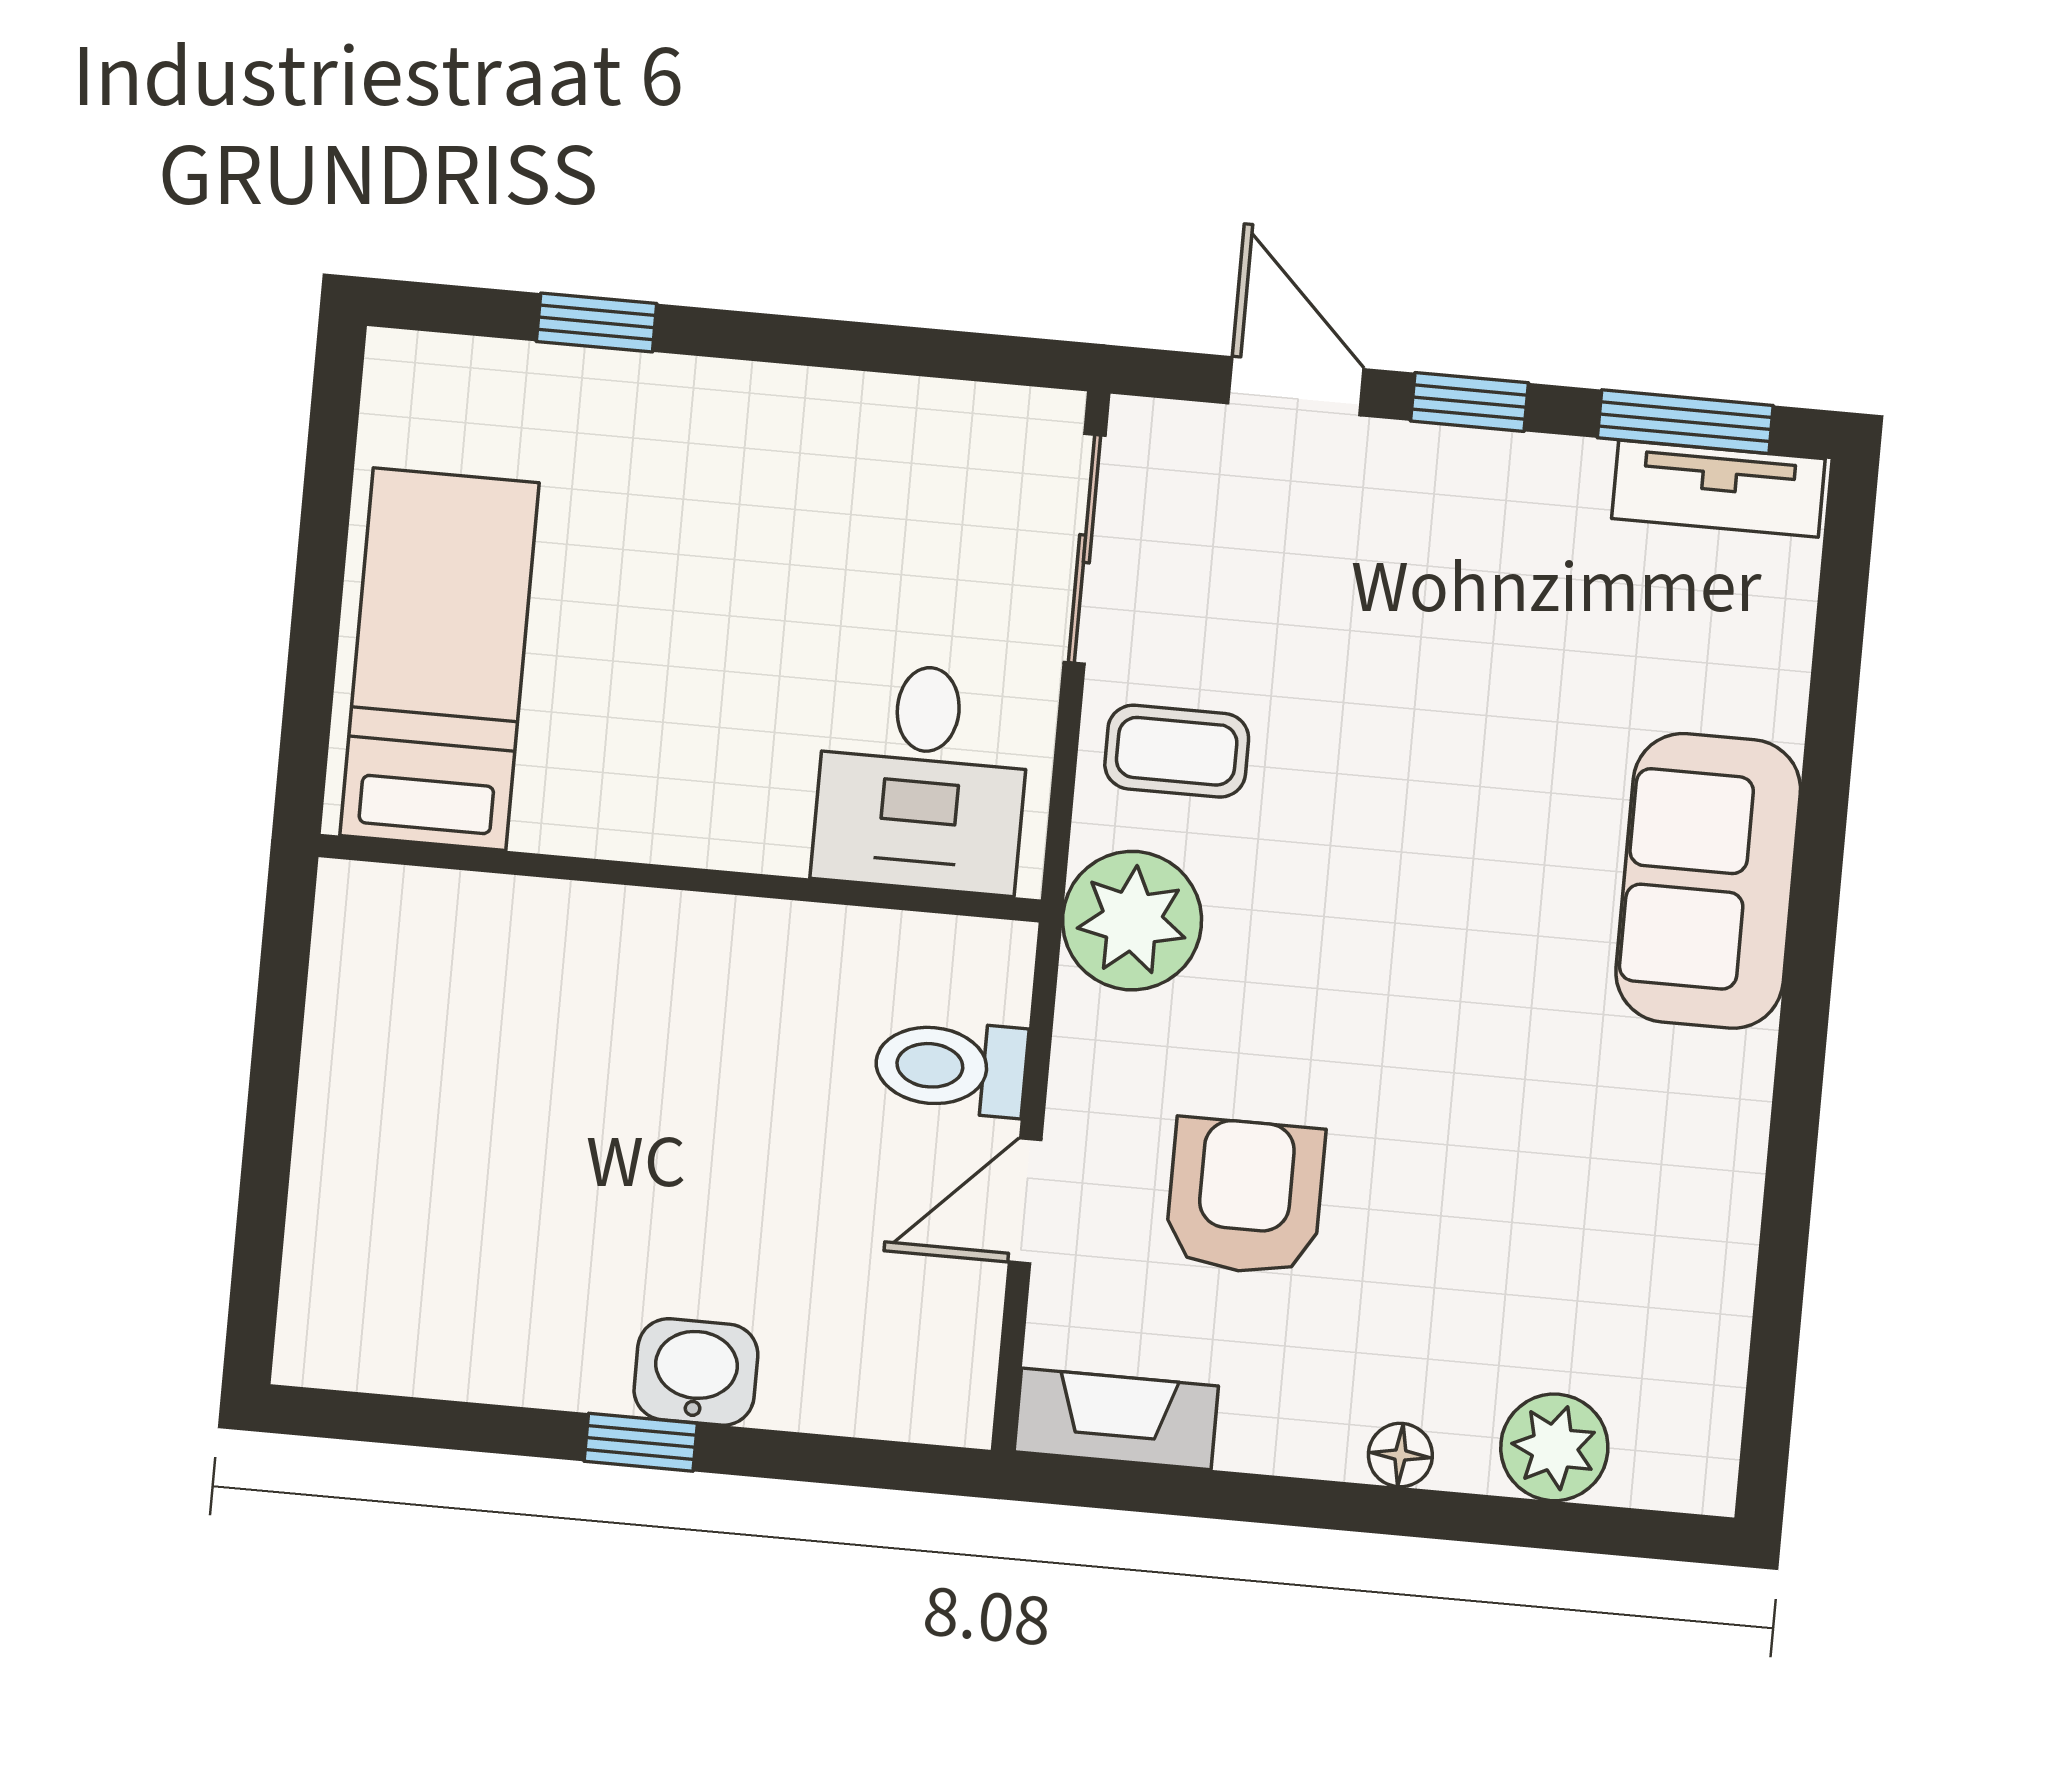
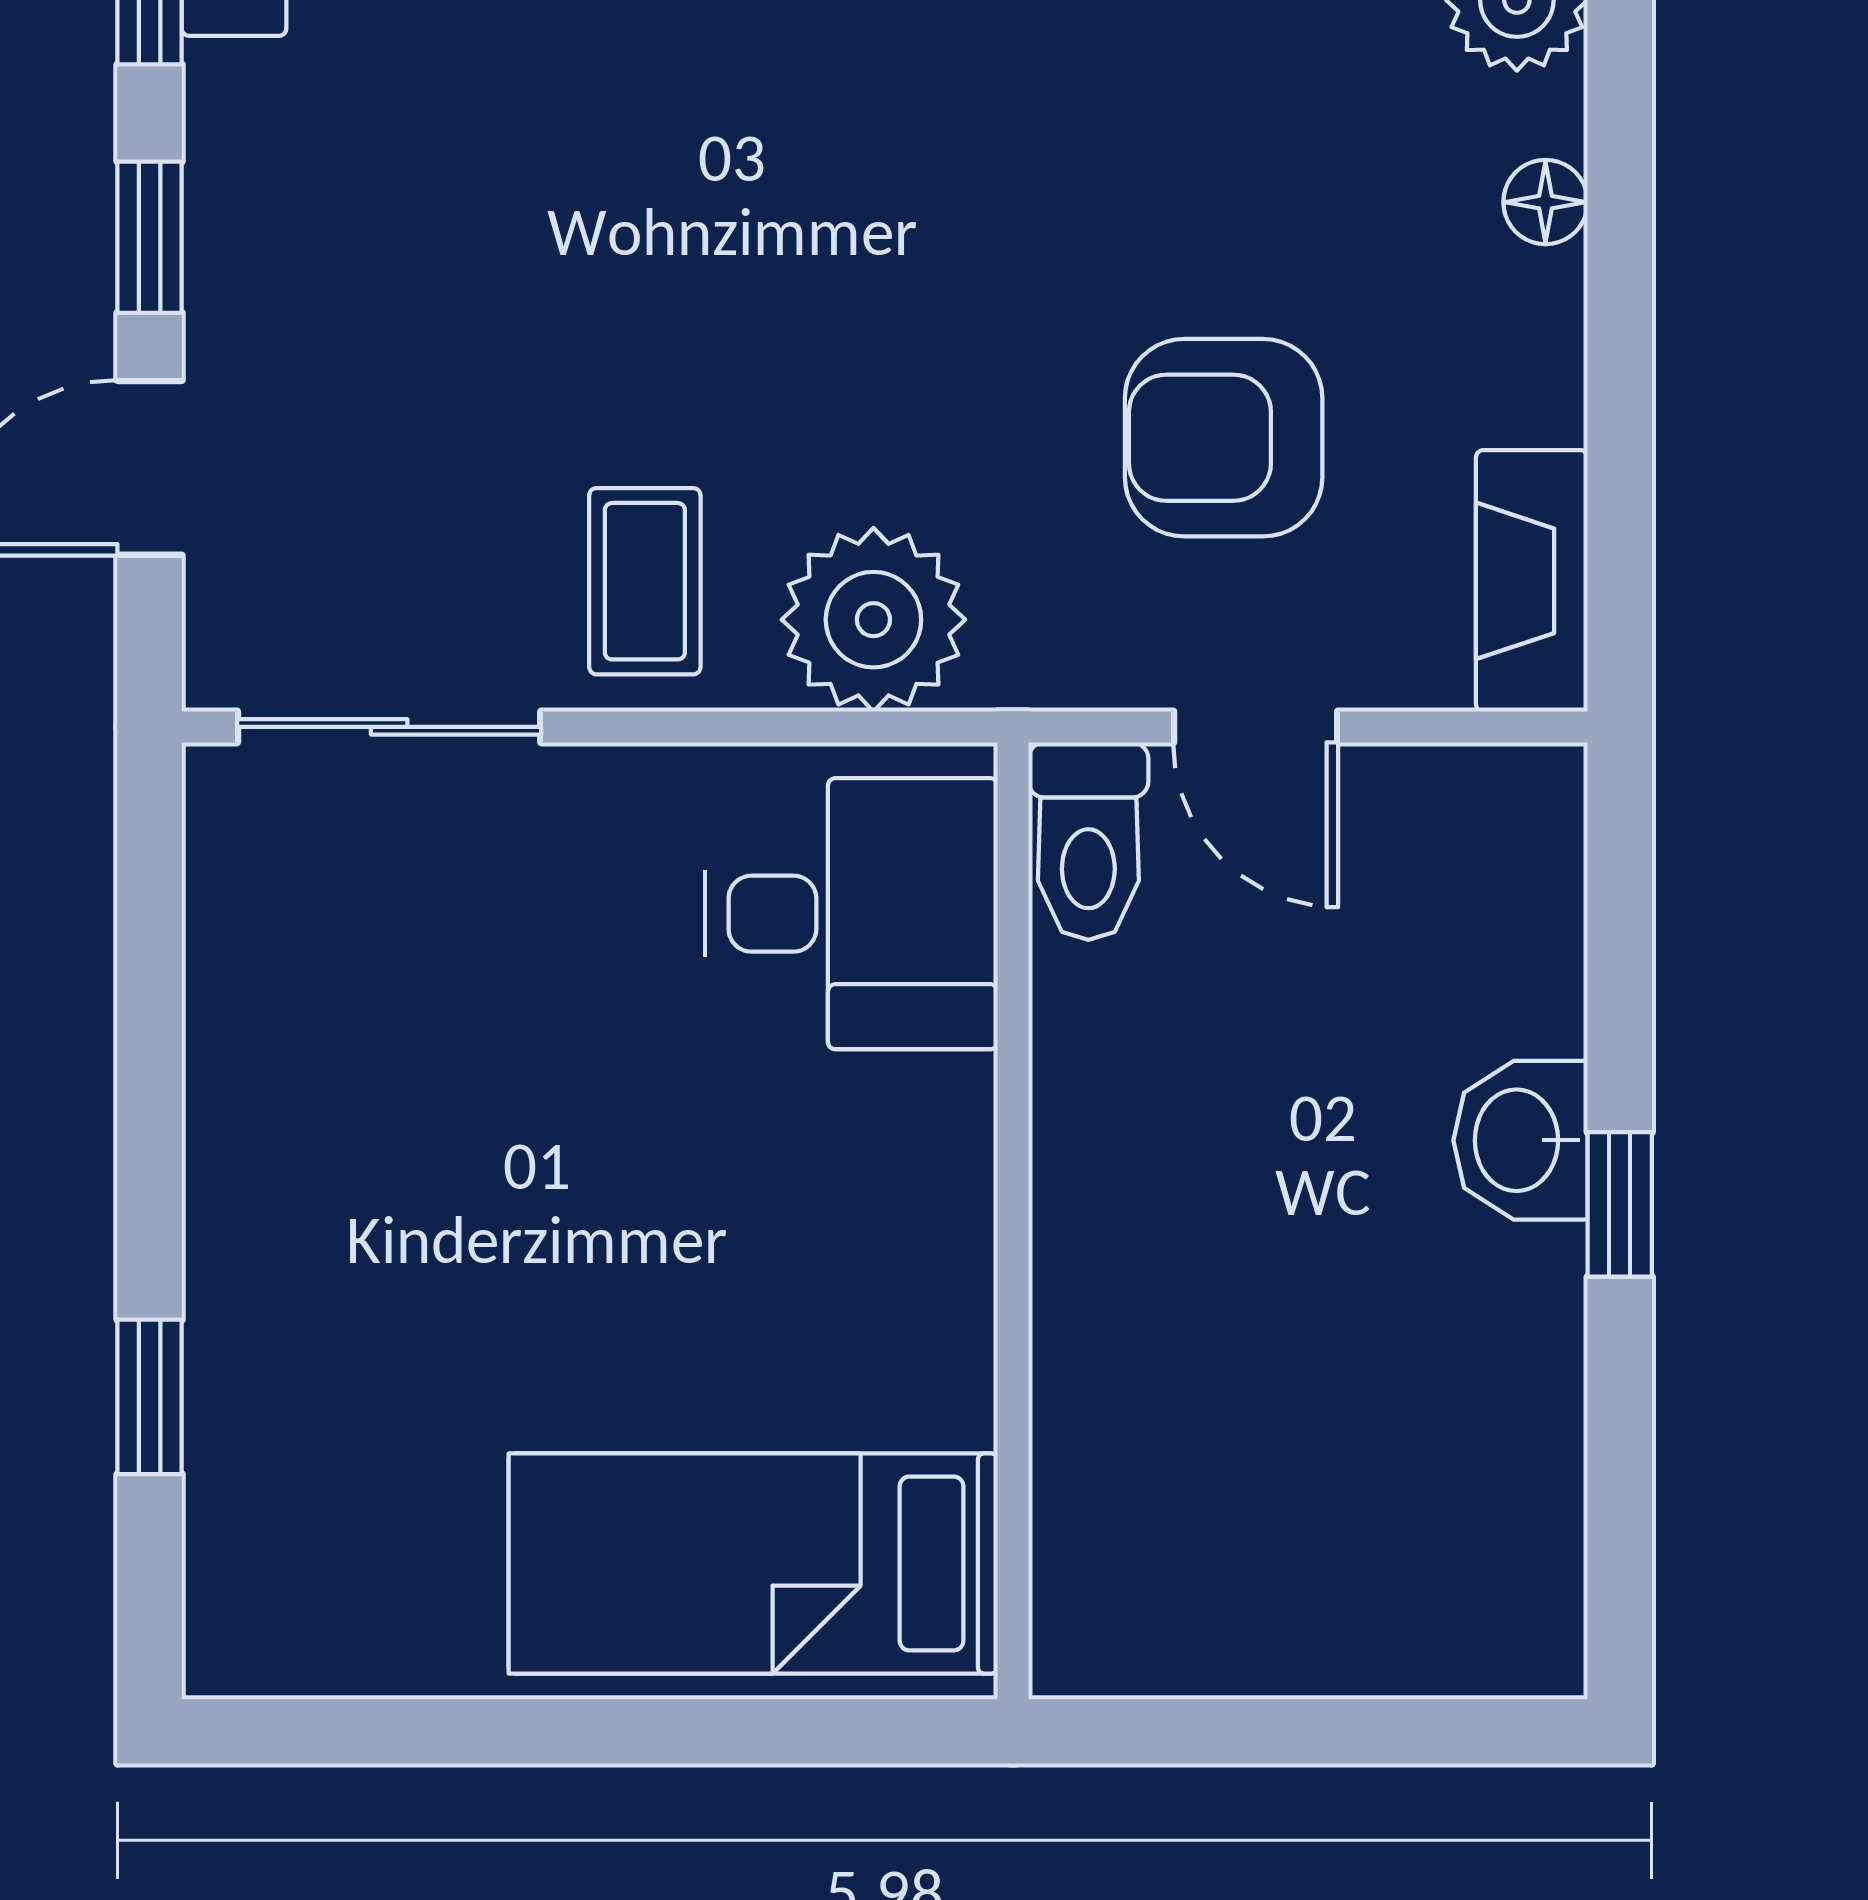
bed: (440, 659) -> (753, 1564), moved
desk: (922, 778) -> (851, 914), moved
wall: (680, 878) -> (1013, 1221), moved

